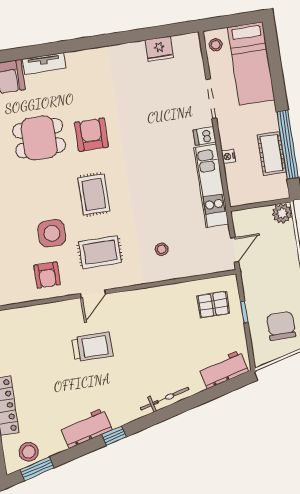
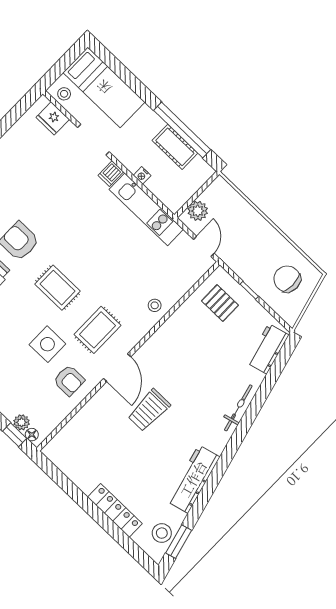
fridge: (159, 49) -> (53, 118), moved, turned 90
plant: (282, 213) -> (198, 211), moved
stool: (162, 249) -> (155, 305), moved
door: (93, 294) -> (117, 368), width x1.38
pallet: (213, 305) -> (220, 303), turned 90
trolley: (92, 347) -> (149, 410), turned 180
workbench: (86, 428) -> (193, 479), width x1.38
window: (114, 436) -> (220, 468), removed

